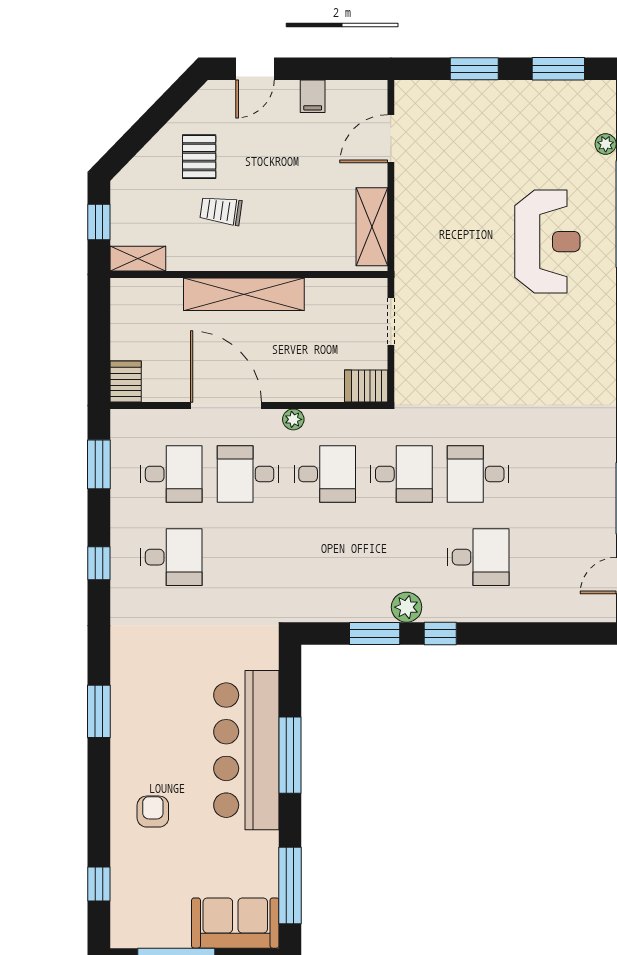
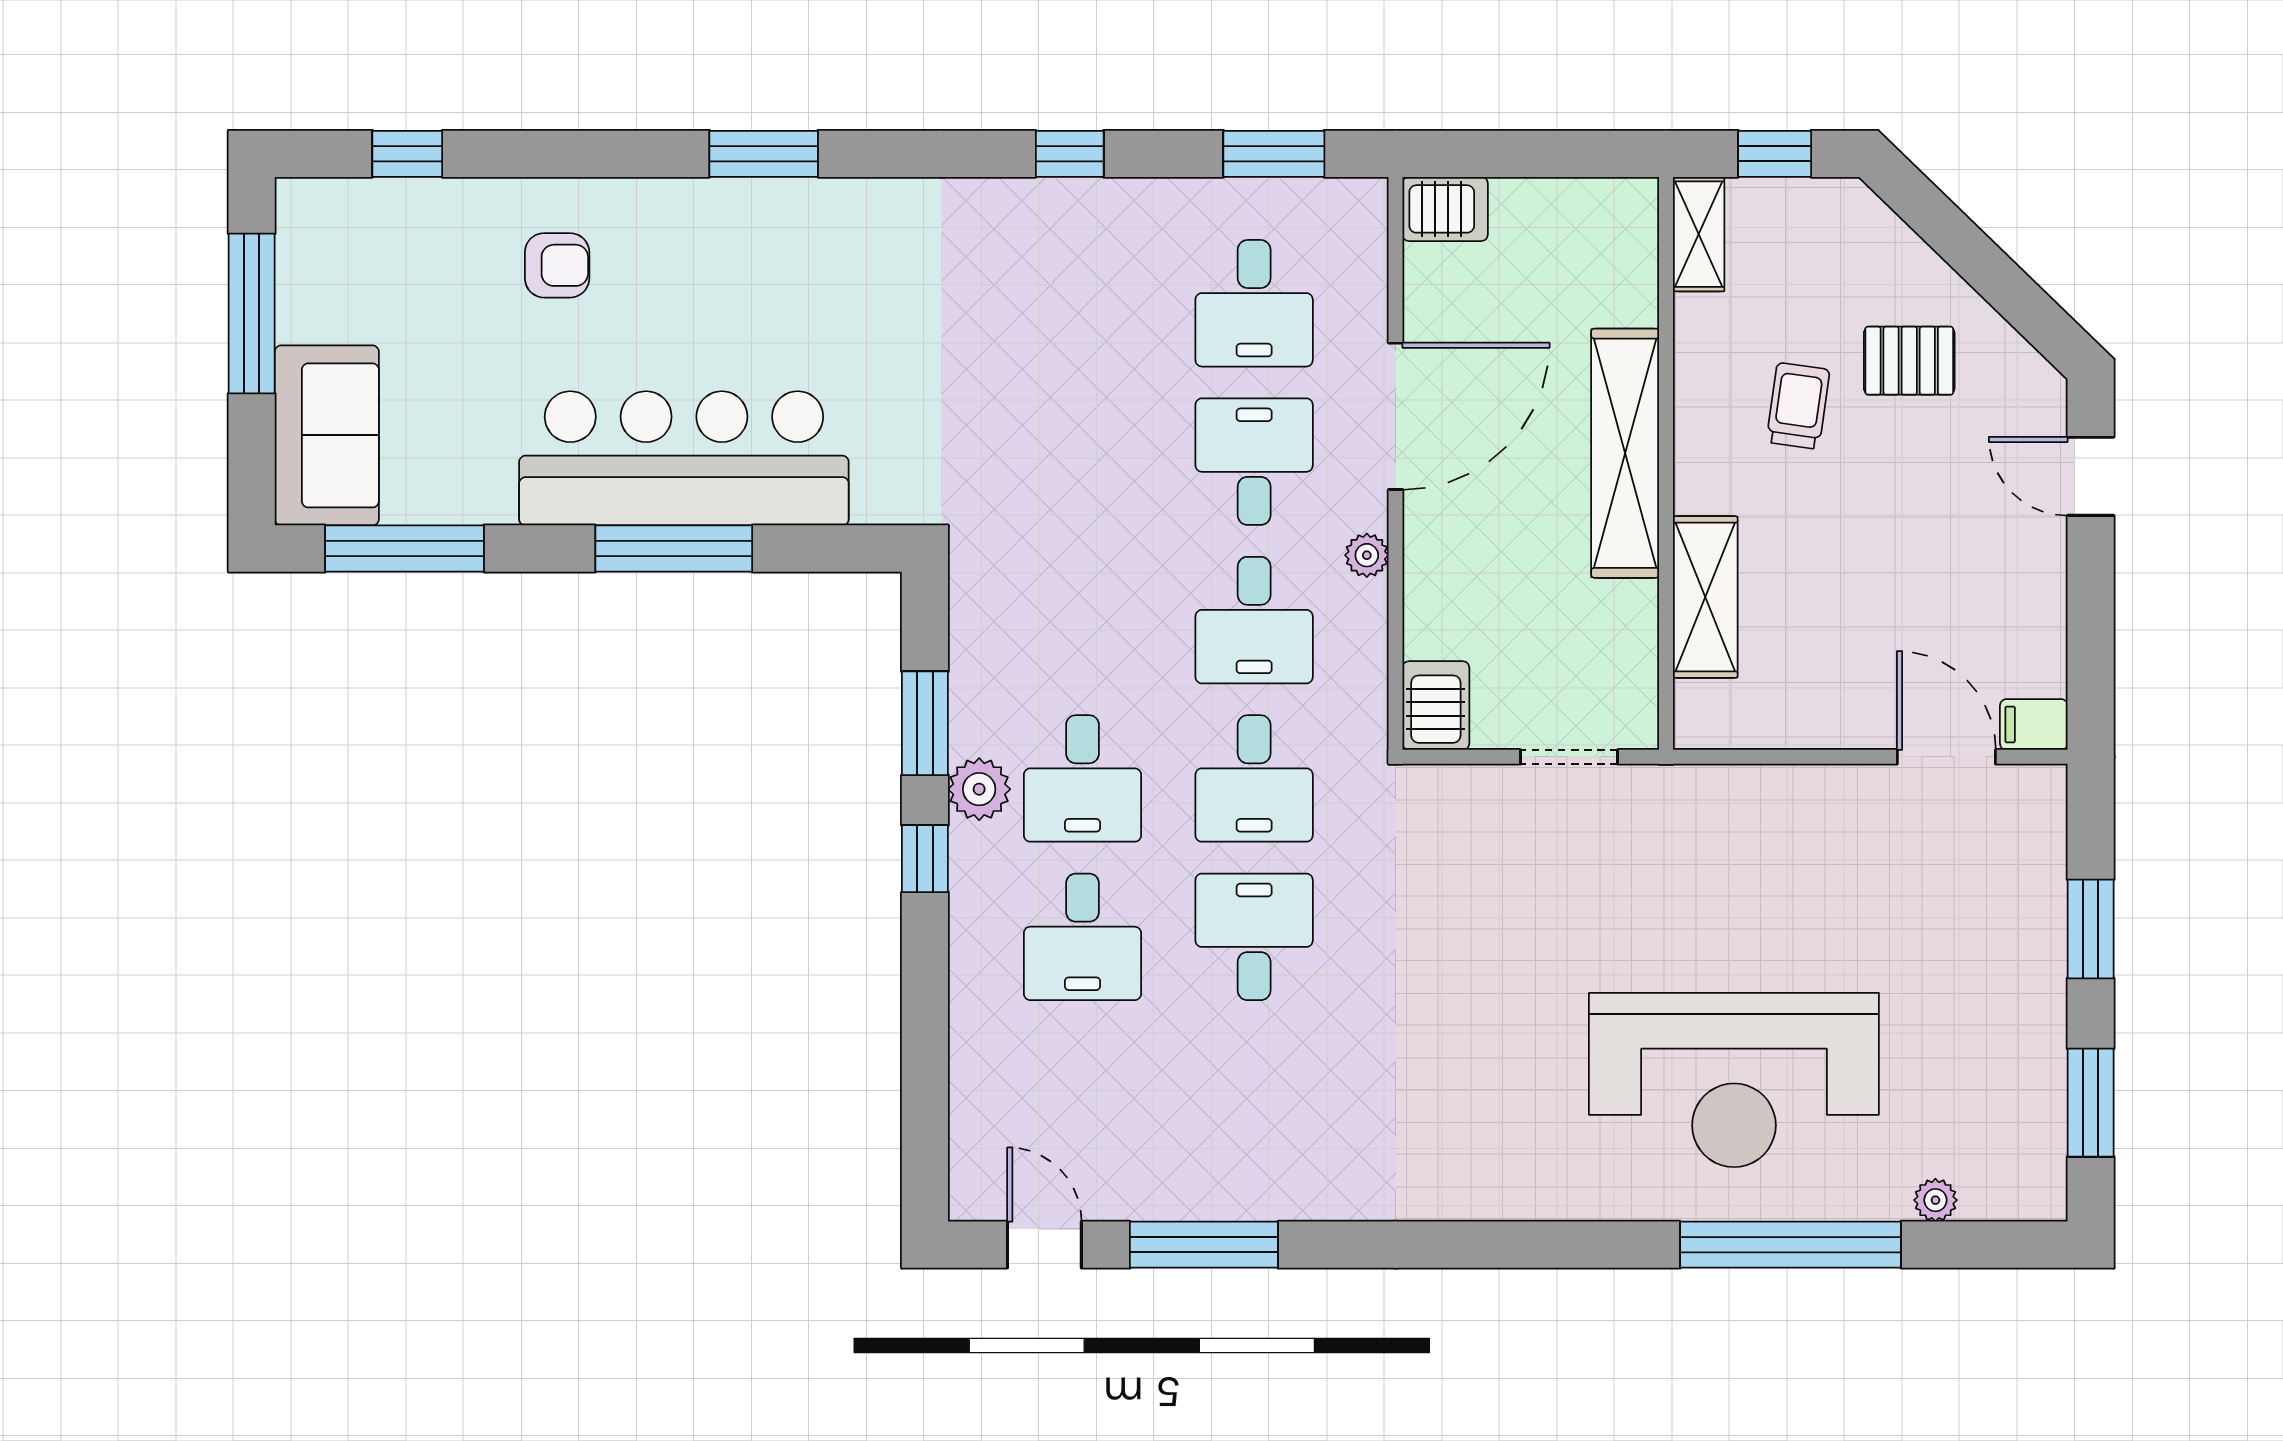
filing cabinet: (313, 96) -> (2034, 725), moved
shelving: (372, 227) -> (1705, 597), moved, turned 90
reception desk: (547, 242) -> (1734, 1080), width x1.36, depth x1.30
desk: (171, 557) -> (1082, 778), moved

